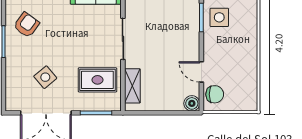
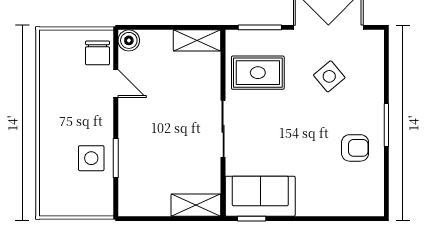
armchair: (26, 25) -> (355, 148), turned -126
shelving: (132, 86) -> (197, 40), moved, turned 90
chair: (215, 94) -> (98, 53), turned -90

